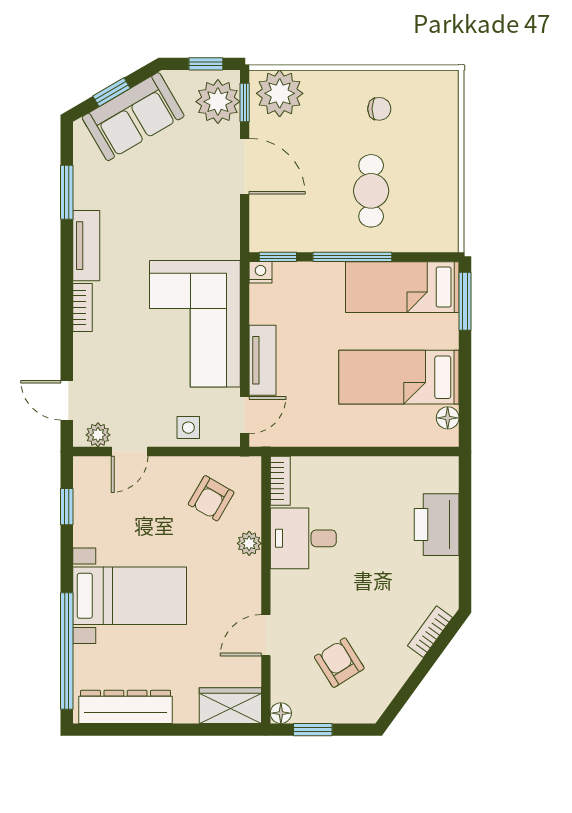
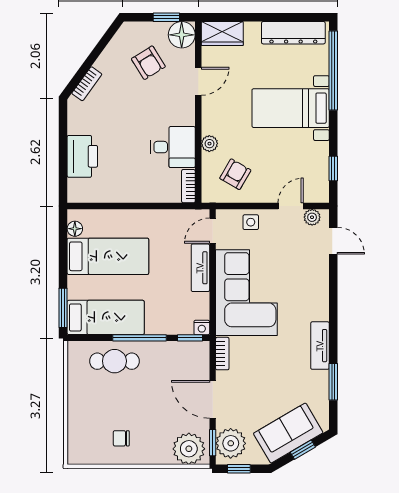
cafe table: (371, 191) -> (114, 361), moved, turned 90
bookcase: (83, 307) -> (222, 354), moved, turned 180
floor lamp: (281, 713) -> (182, 35), width x1.89, depth x1.89

